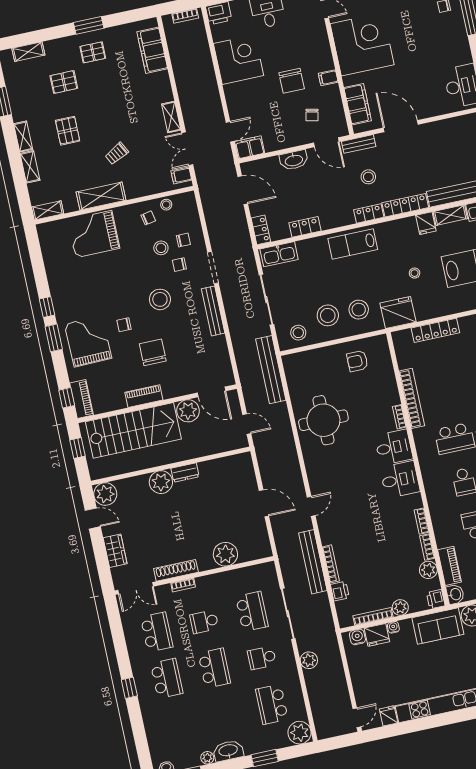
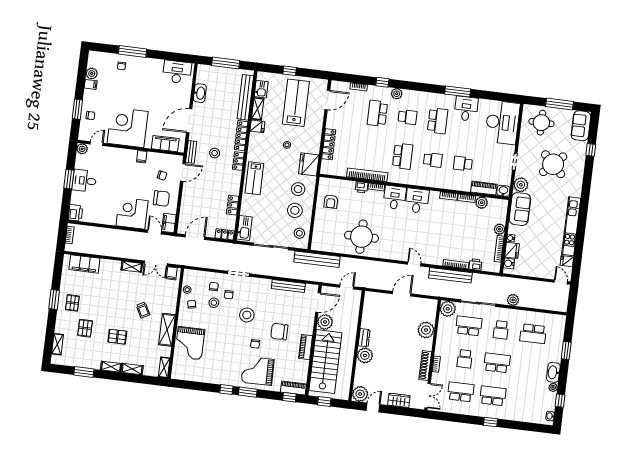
corner desk: (238, 60) -> (132, 213), moved
chair: (292, 81) -> (161, 198), moved
washbasin: (294, 160) -> (200, 93), moved
bench: (213, 311) -> (288, 286), moved
printer: (436, 599) -> (362, 187), moved
plant: (300, 733) -> (448, 309), moved

